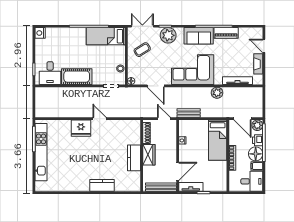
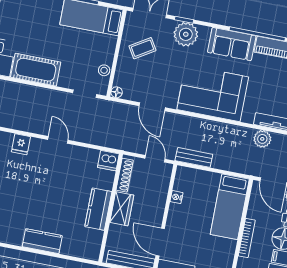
plant: (217, 93) -> (262, 139), moved
dishwasher: (134, 126) -> (108, 161), added
fridge: (81, 128) -> (21, 144), width x0.53, depth x0.75
door: (178, 171) -> (160, 242), swing flipped

